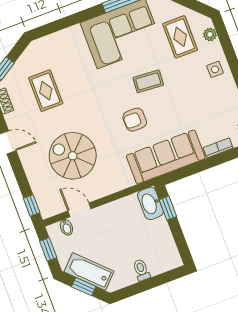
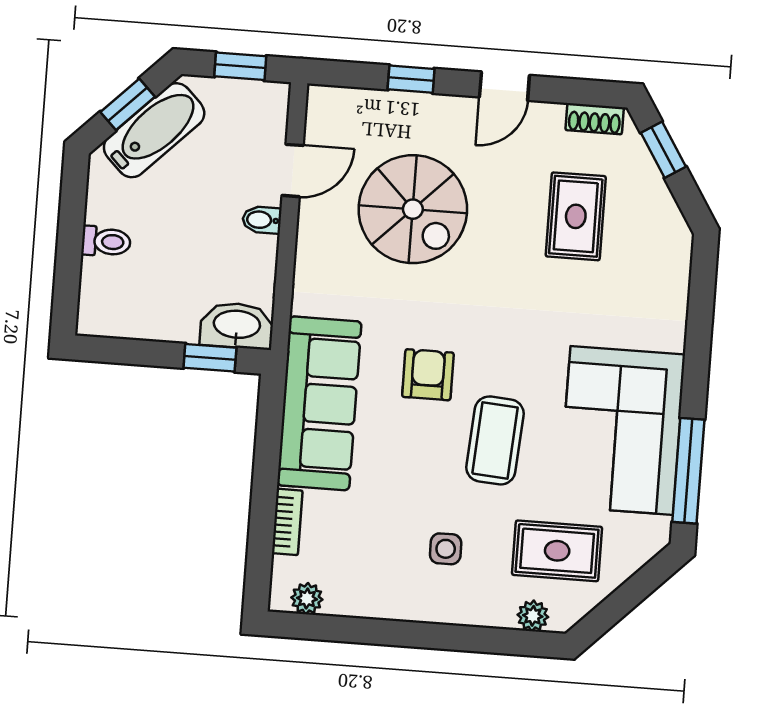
side table: (215, 69) -> (446, 549), moved
coffee table: (148, 81) -> (495, 440), width x1.36, depth x1.30
rug: (46, 91) -> (576, 216), turned 90
spiral stairs: (73, 156) -> (413, 209), turned 90
window: (32, 205) -> (411, 79), moved
bidet: (66, 227) -> (262, 220), moved

